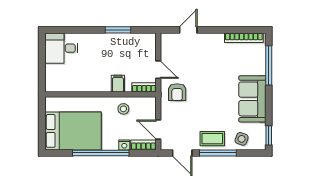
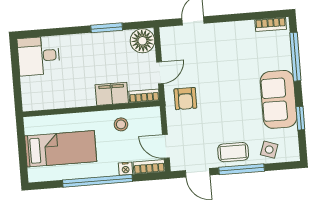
bookcase: (244, 38) -> (271, 24), width x0.64
floor lamp: (146, 43) -> (142, 41), added
door: (158, 70) -> (160, 73), hinge flipped
filing cabinet: (118, 84) -> (112, 94), width x2.00
bed: (73, 131) -> (61, 149), width x0.67
window: (269, 135) -> (300, 118), moved

